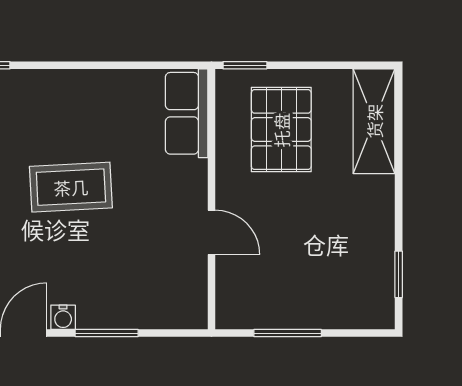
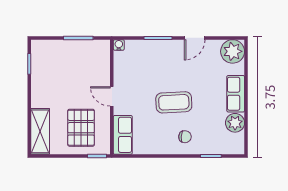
chair: (46, 109) -> (185, 137), added
door: (212, 232) -> (112, 96), moved
water cooler: (63, 317) -> (119, 45), moved

